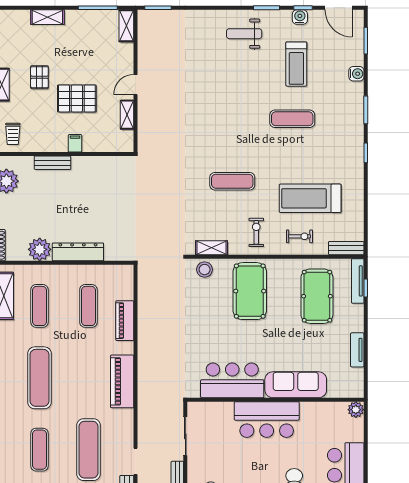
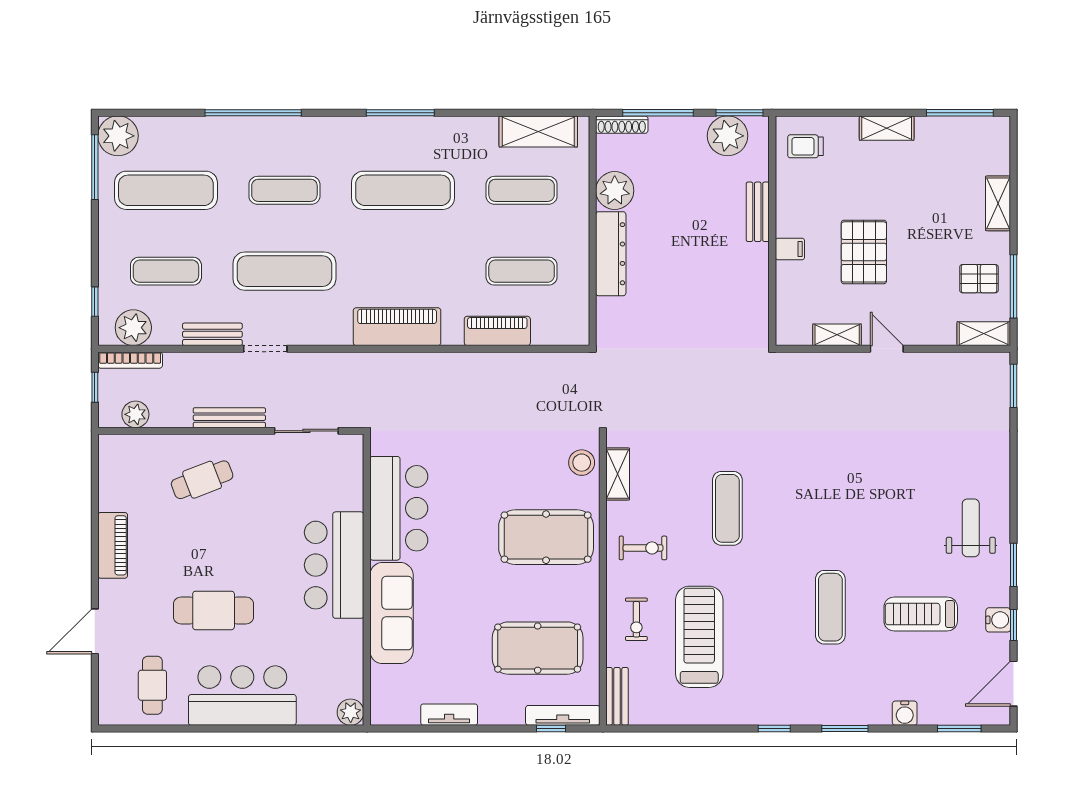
pallet: (39, 77) -> (979, 279), moved

